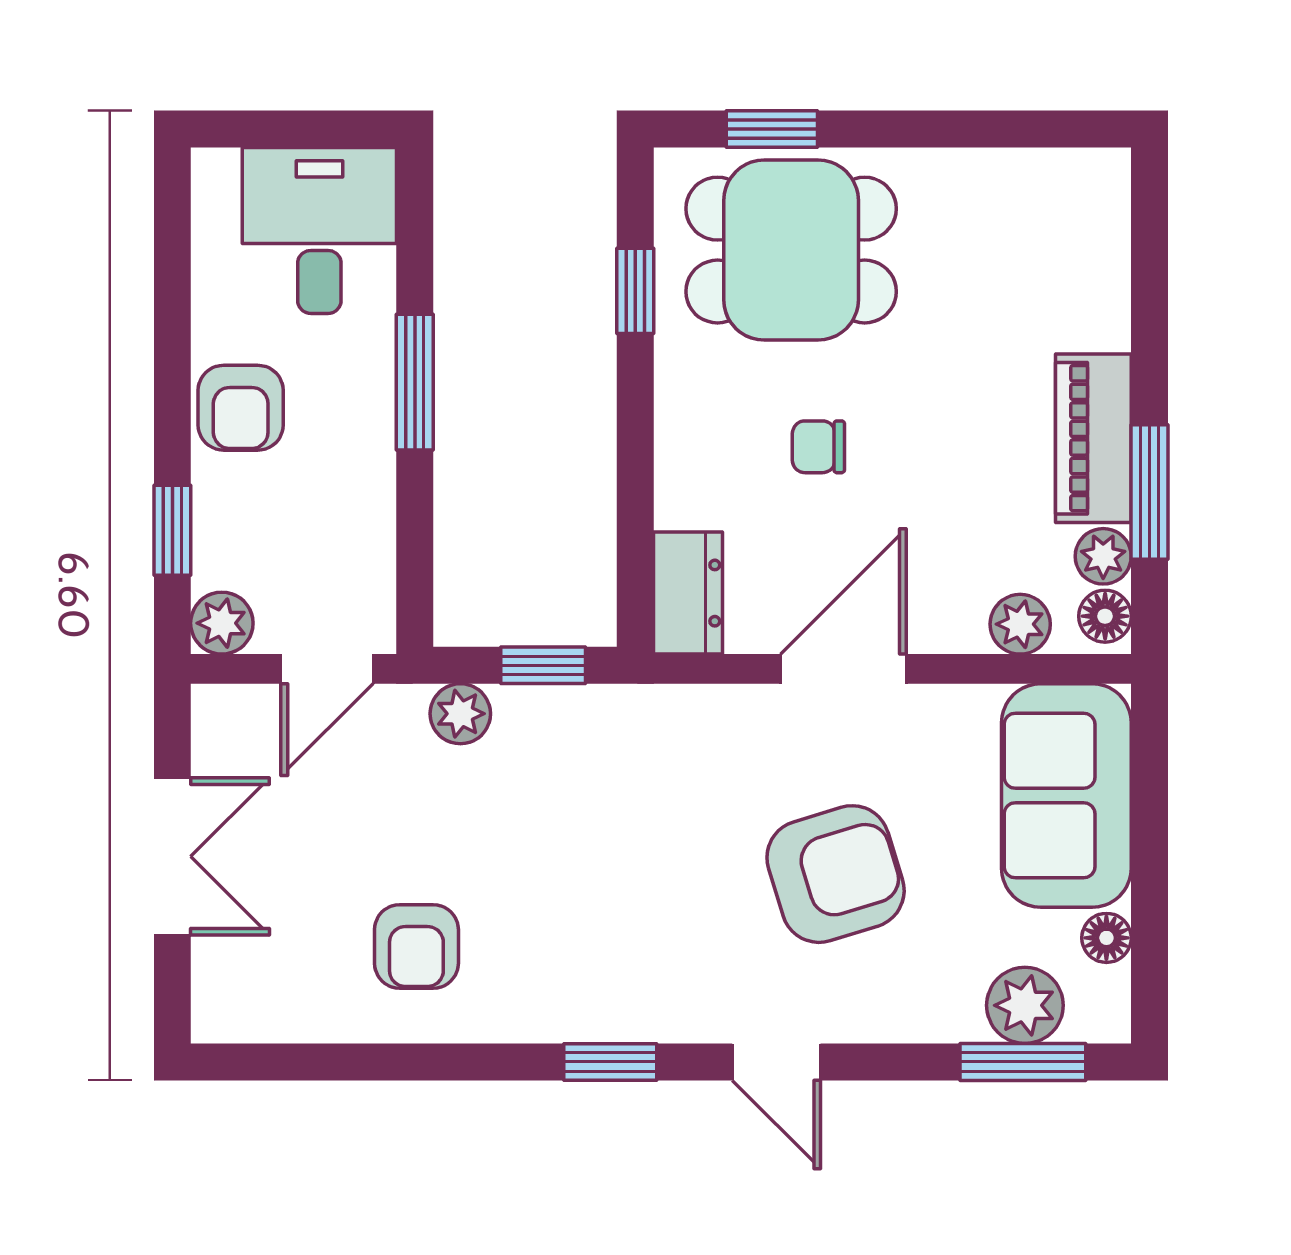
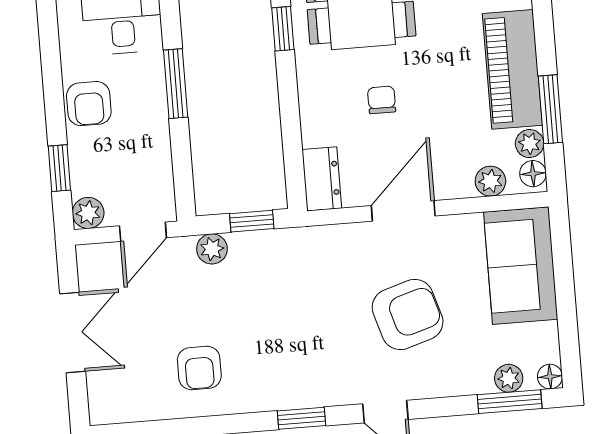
piano: (1093, 438) -> (512, 69), width x1.37, depth x1.33
chair: (818, 447) -> (382, 100), turned 90
floor lamp: (1106, 938) -> (550, 377), moved
plant: (1025, 1005) -> (509, 378), width x0.73, depth x0.73

